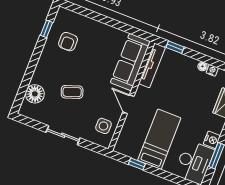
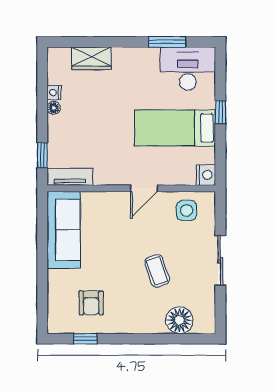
armchair: (68, 42) -> (91, 303), turned 90
sofa: (130, 62) -> (64, 230), moved, turned -90
tv unit: (152, 65) -> (70, 177), width x0.71
nightstand: (212, 140) -> (206, 175), moved, turned 90
window: (137, 164) -> (220, 112), moved

